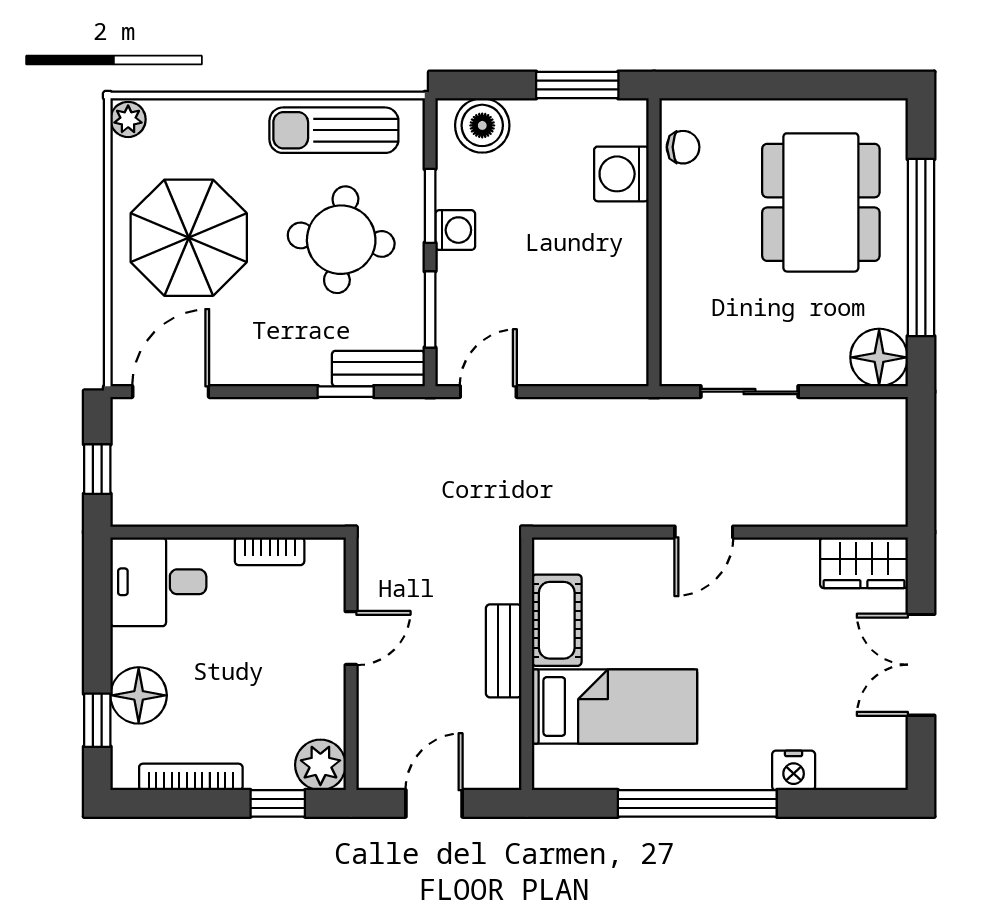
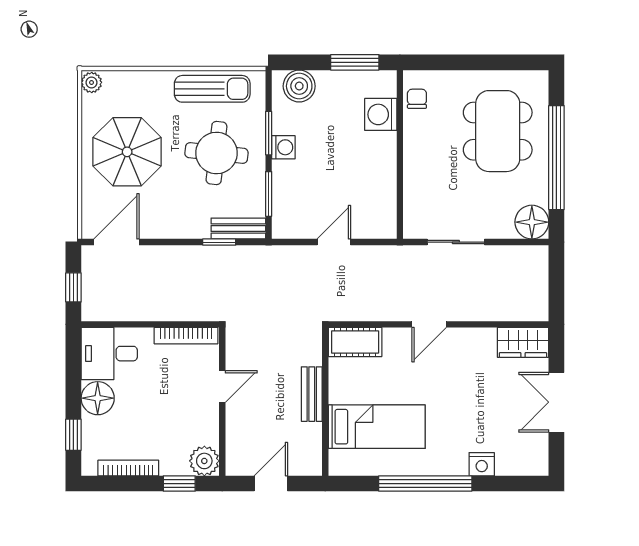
sun lounger: (334, 130) -> (212, 89), turned 180
chair: (683, 147) -> (417, 99), turned -90
door: (488, 392) -> (334, 242), moved
bookcase: (270, 551) -> (186, 336), width x1.56
cot: (557, 620) -> (355, 342), moved, turned 90
floor lamp: (139, 695) -> (98, 398), moved

